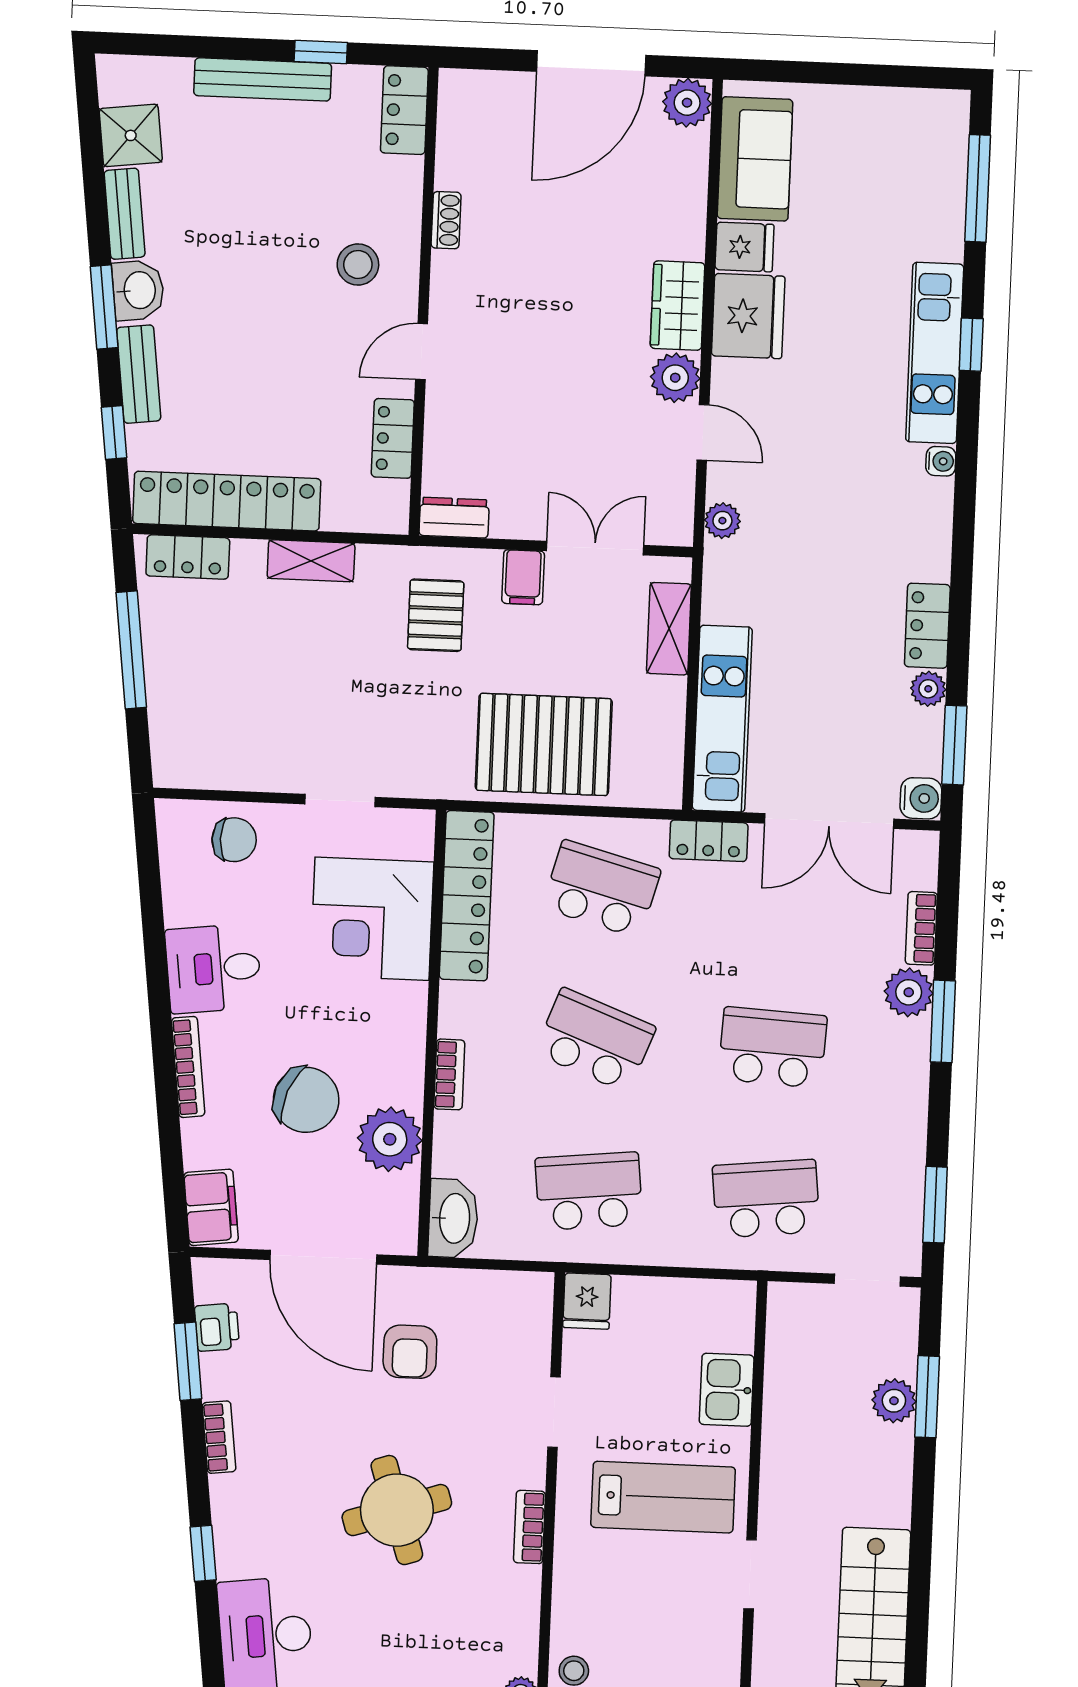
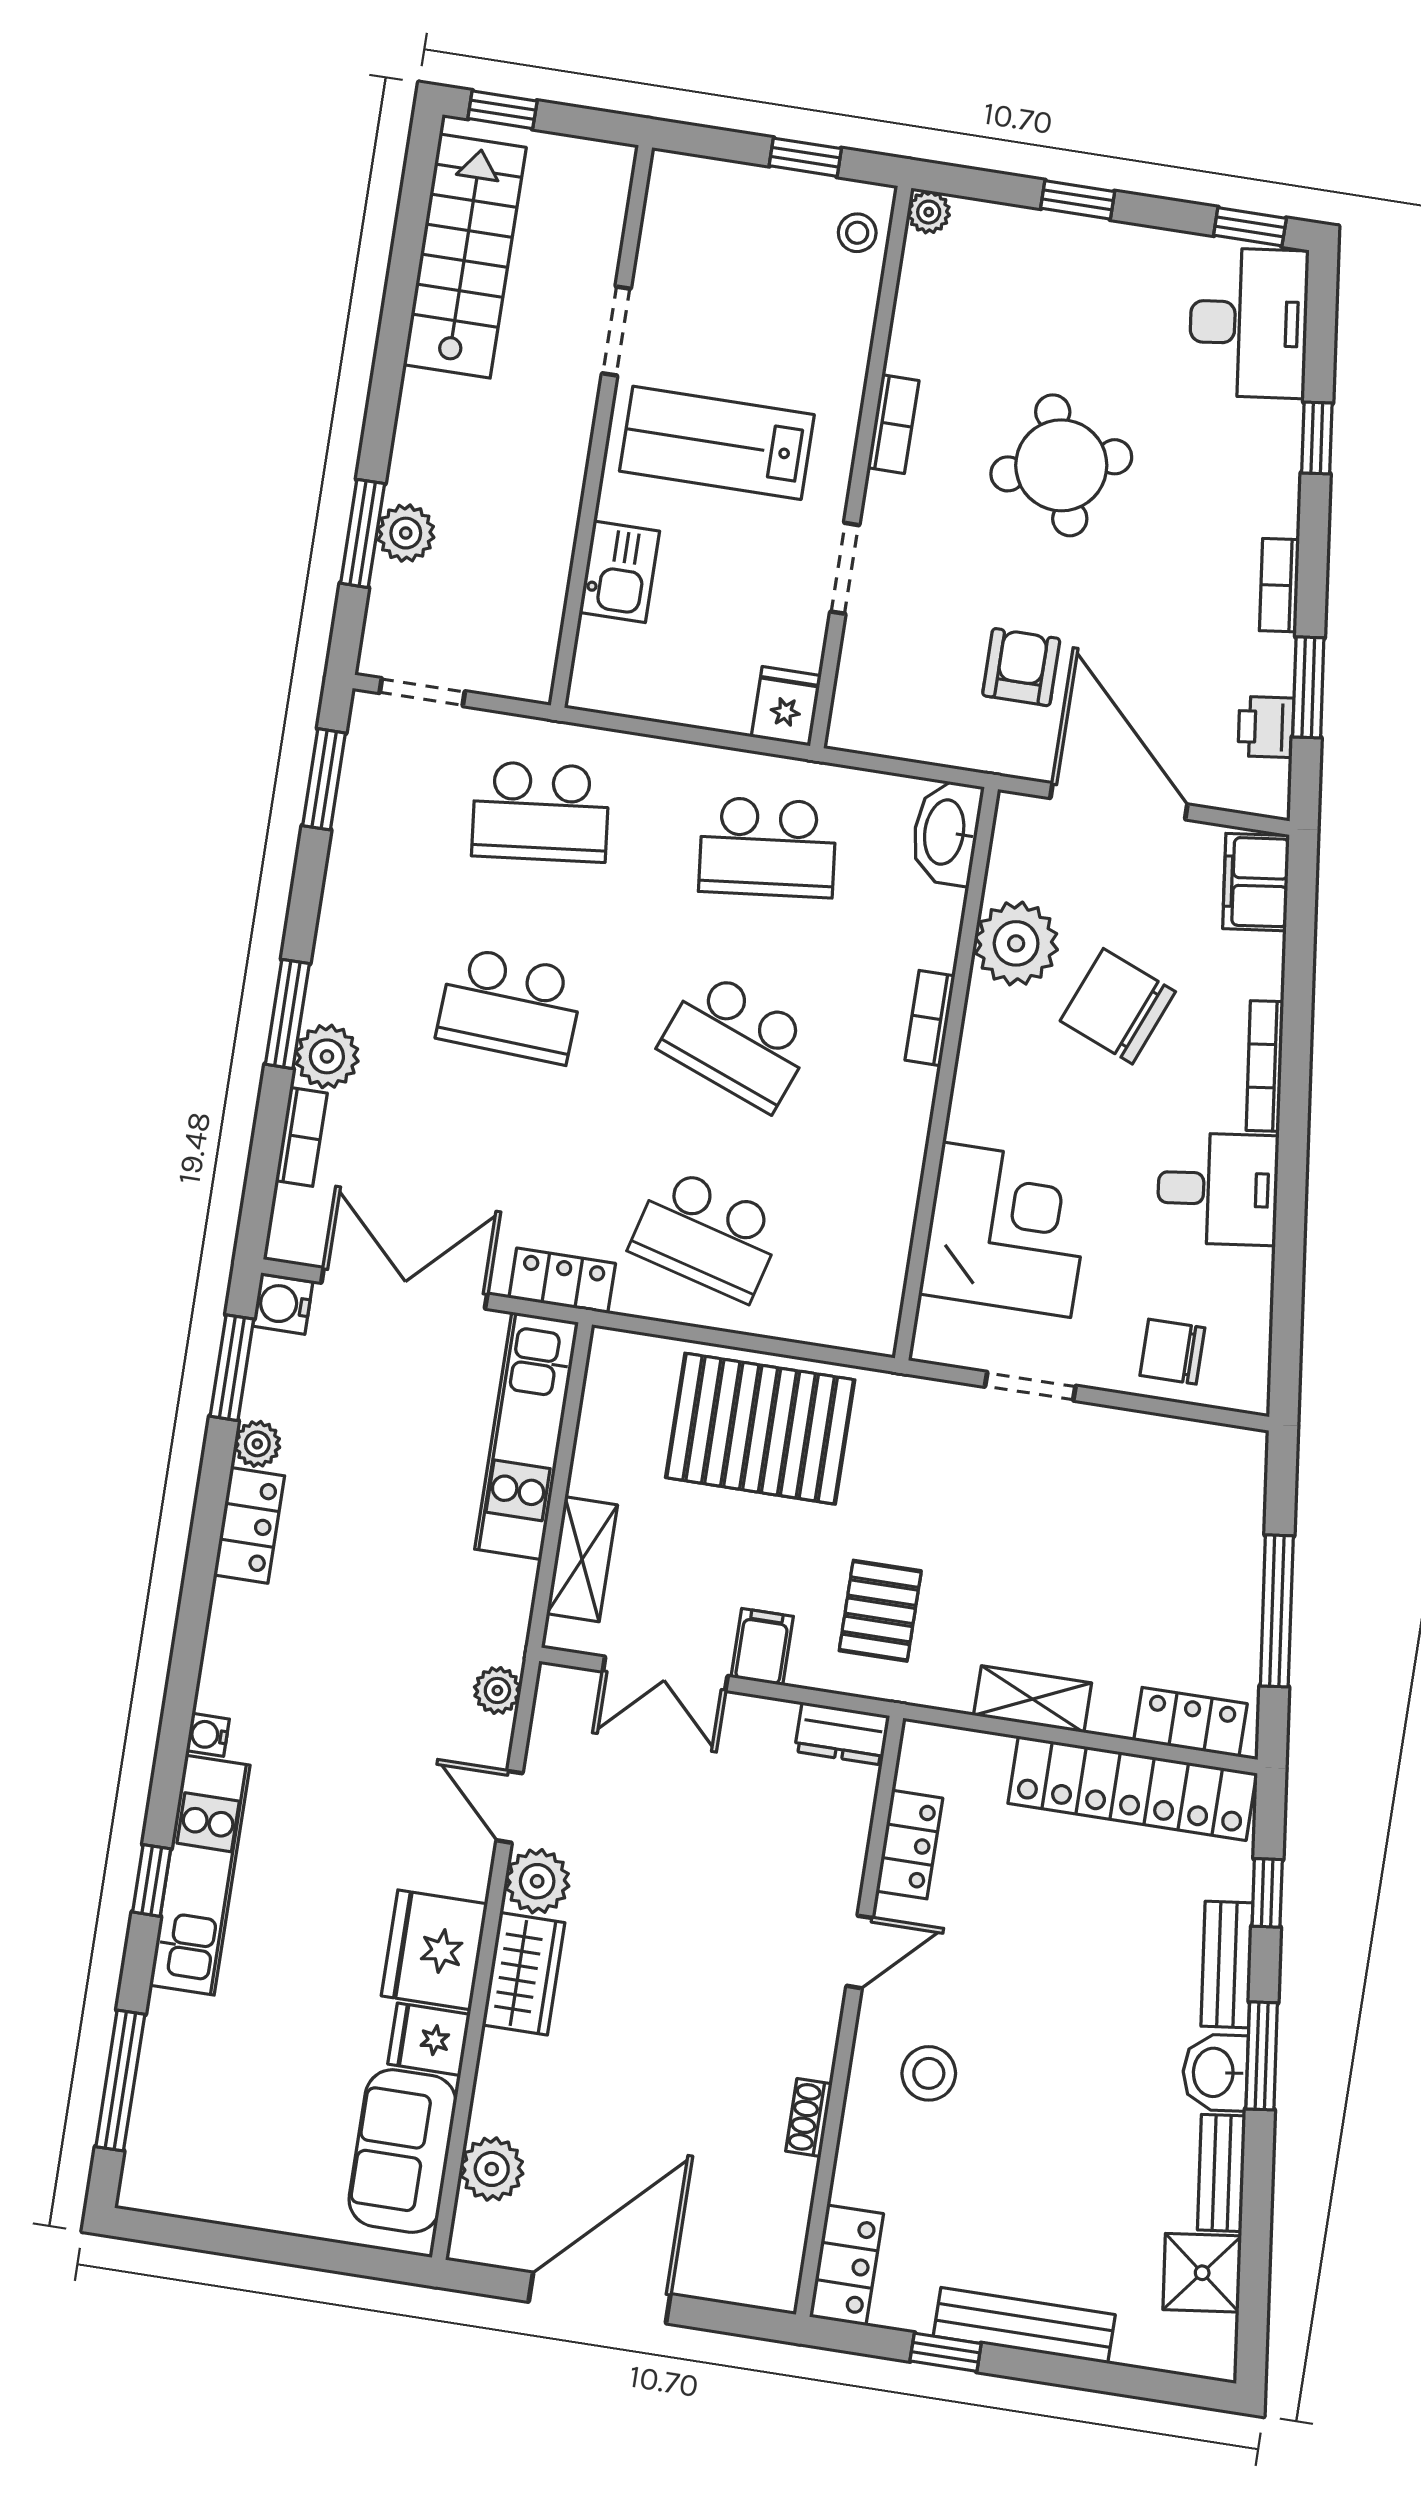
plant: (687, 103) -> (492, 2169), moved
locker: (467, 896) -> (881, 1245), removed

